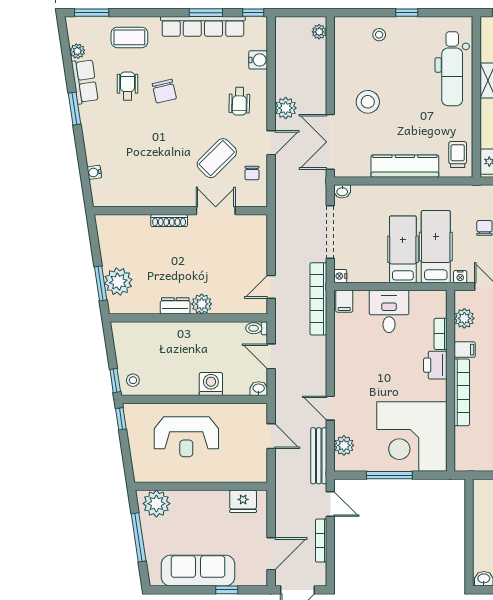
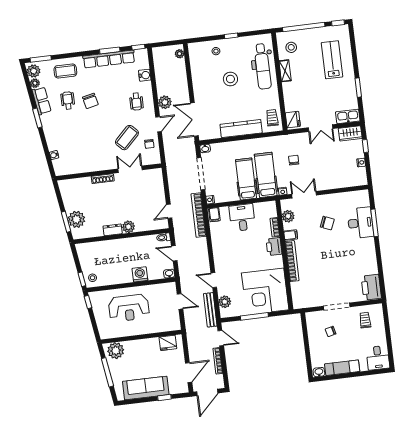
plant: (78, 31) -> (34, 71), added
stool: (368, 102) -> (230, 79), moved

